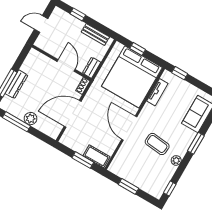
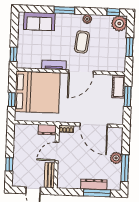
bench: (95, 35) -> (50, 175), moved
tv unit: (157, 92) -> (54, 65), moved
plant: (156, 188) -> (119, 23), added

